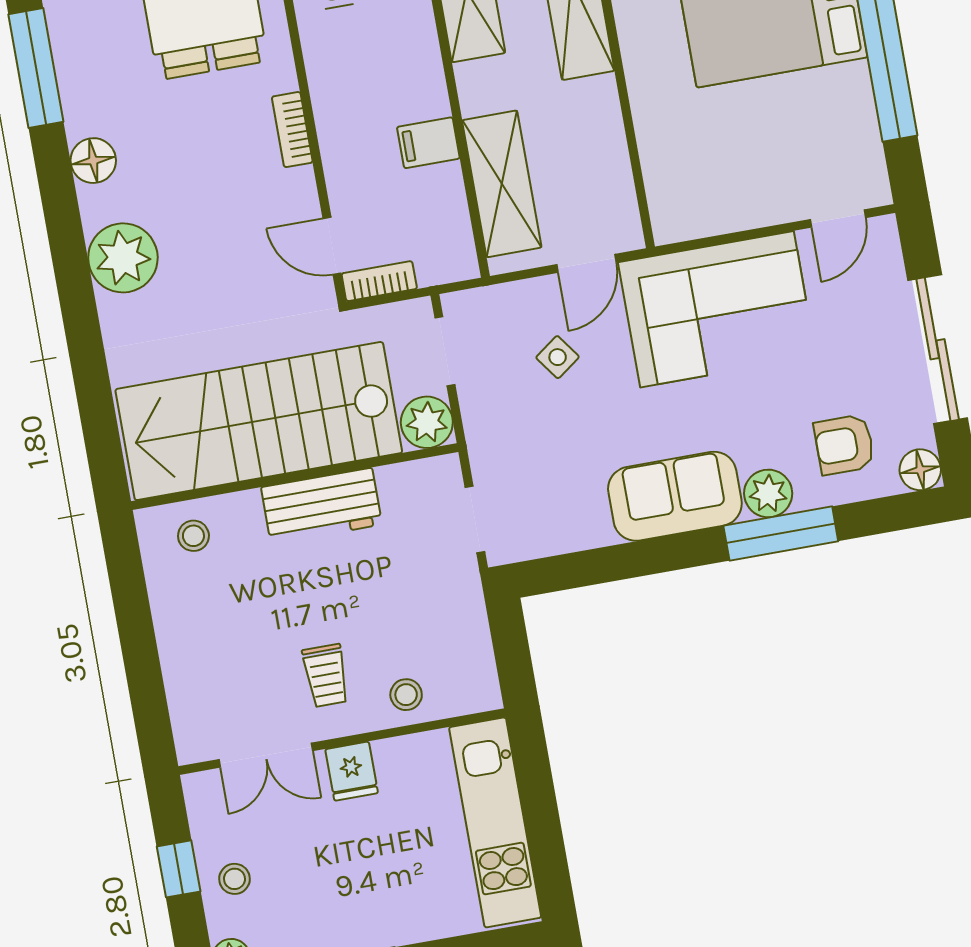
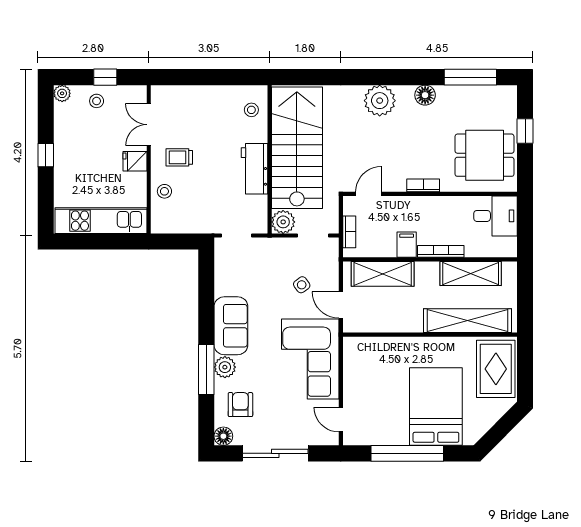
bookcase: (430, 65) -> (441, 251), added
bookcase: (379, 281) -> (349, 232), moved

